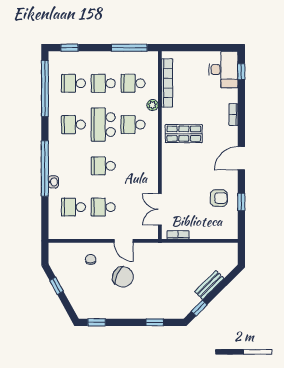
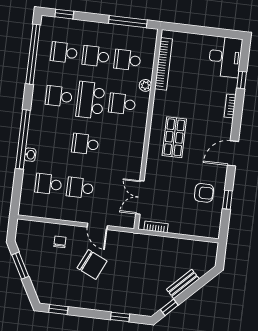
window: (241, 72) -> (242, 80), moved
shop shelf: (184, 134) -> (174, 137), moved, turned 90
window: (56, 286) -> (20, 266), width x1.50

